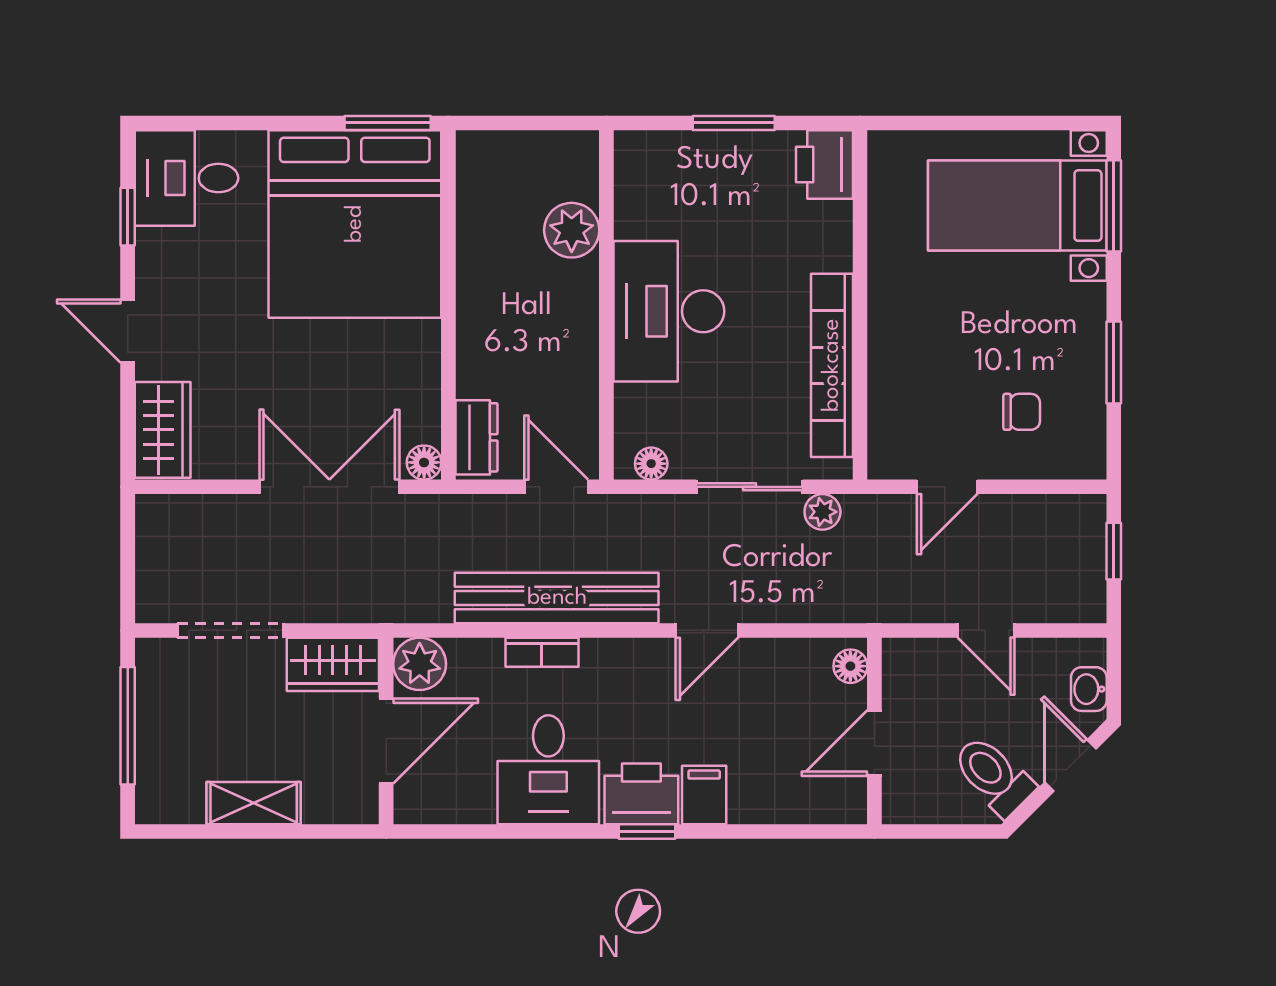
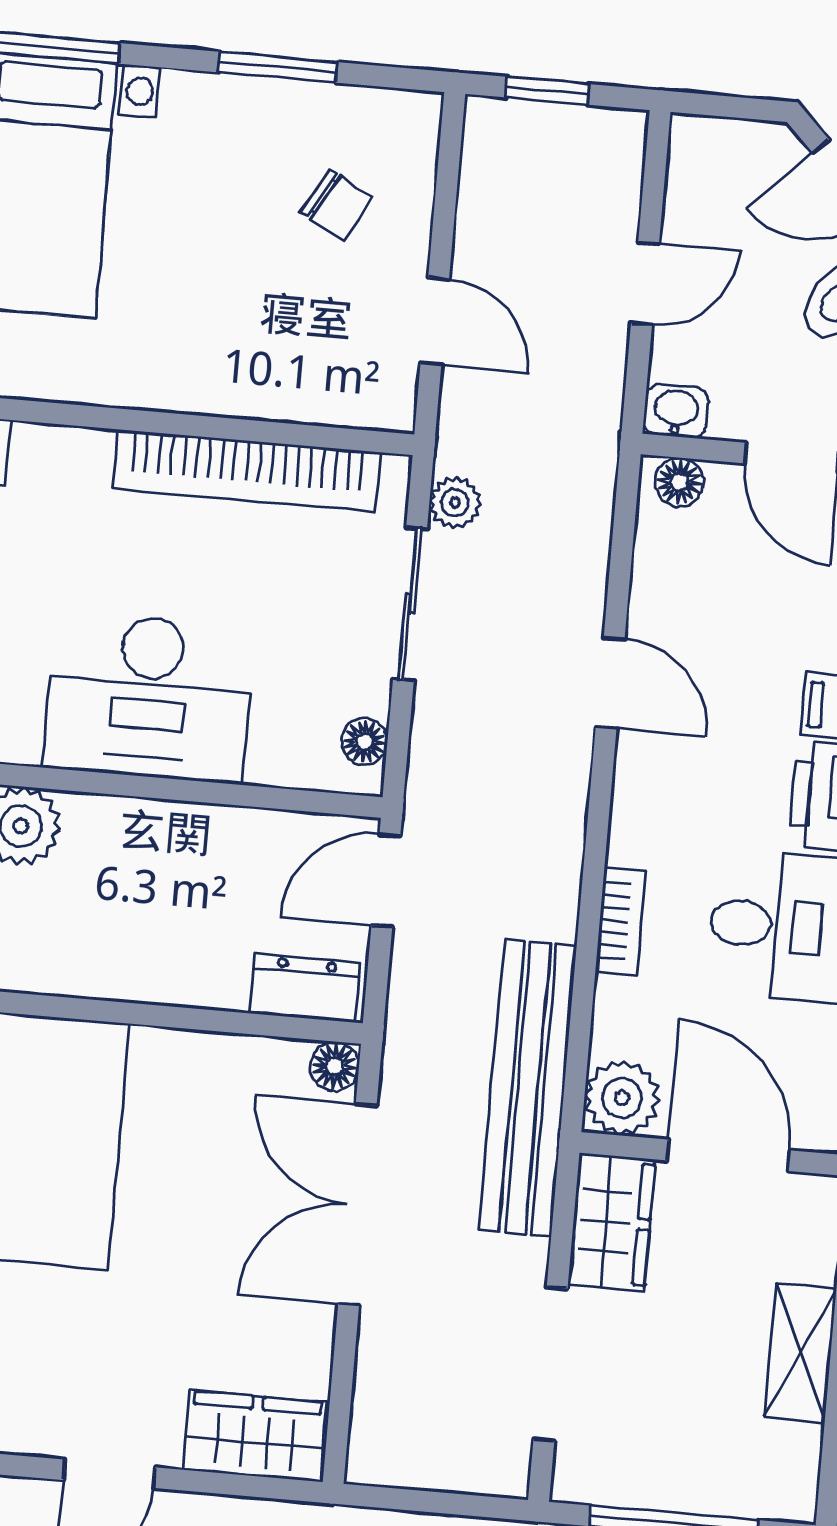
chair: (1022, 412) -> (337, 205), turned 119
bench: (557, 598) -> (528, 1088), moved
washbasin: (1089, 689) -> (676, 411), moved, turned 180

